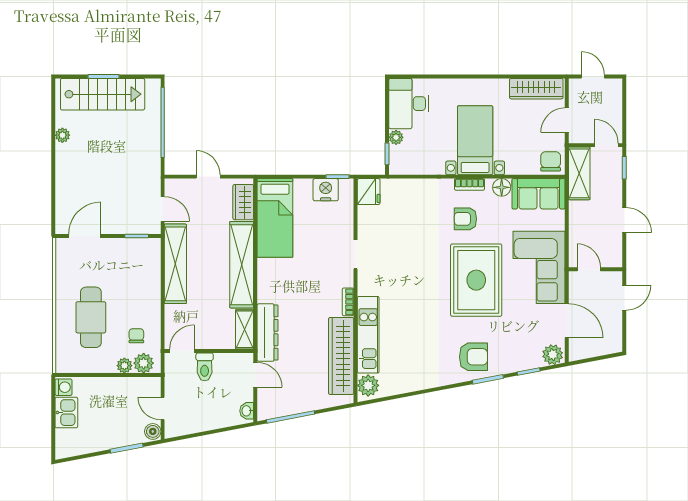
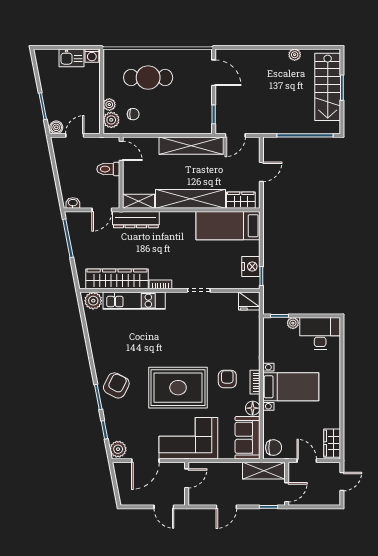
wardrobe: (536, 89) -> (332, 443), width x0.67
armchair: (473, 357) -> (116, 385), turned -153

